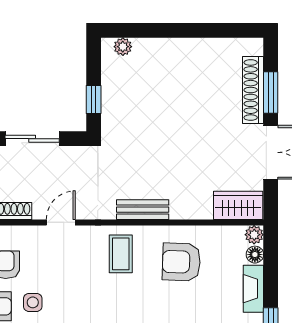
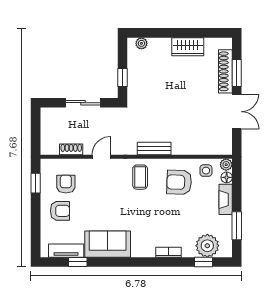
wardrobe: (238, 205) -> (188, 47), moved, turned 180
side table: (33, 302) -> (206, 171), moved

